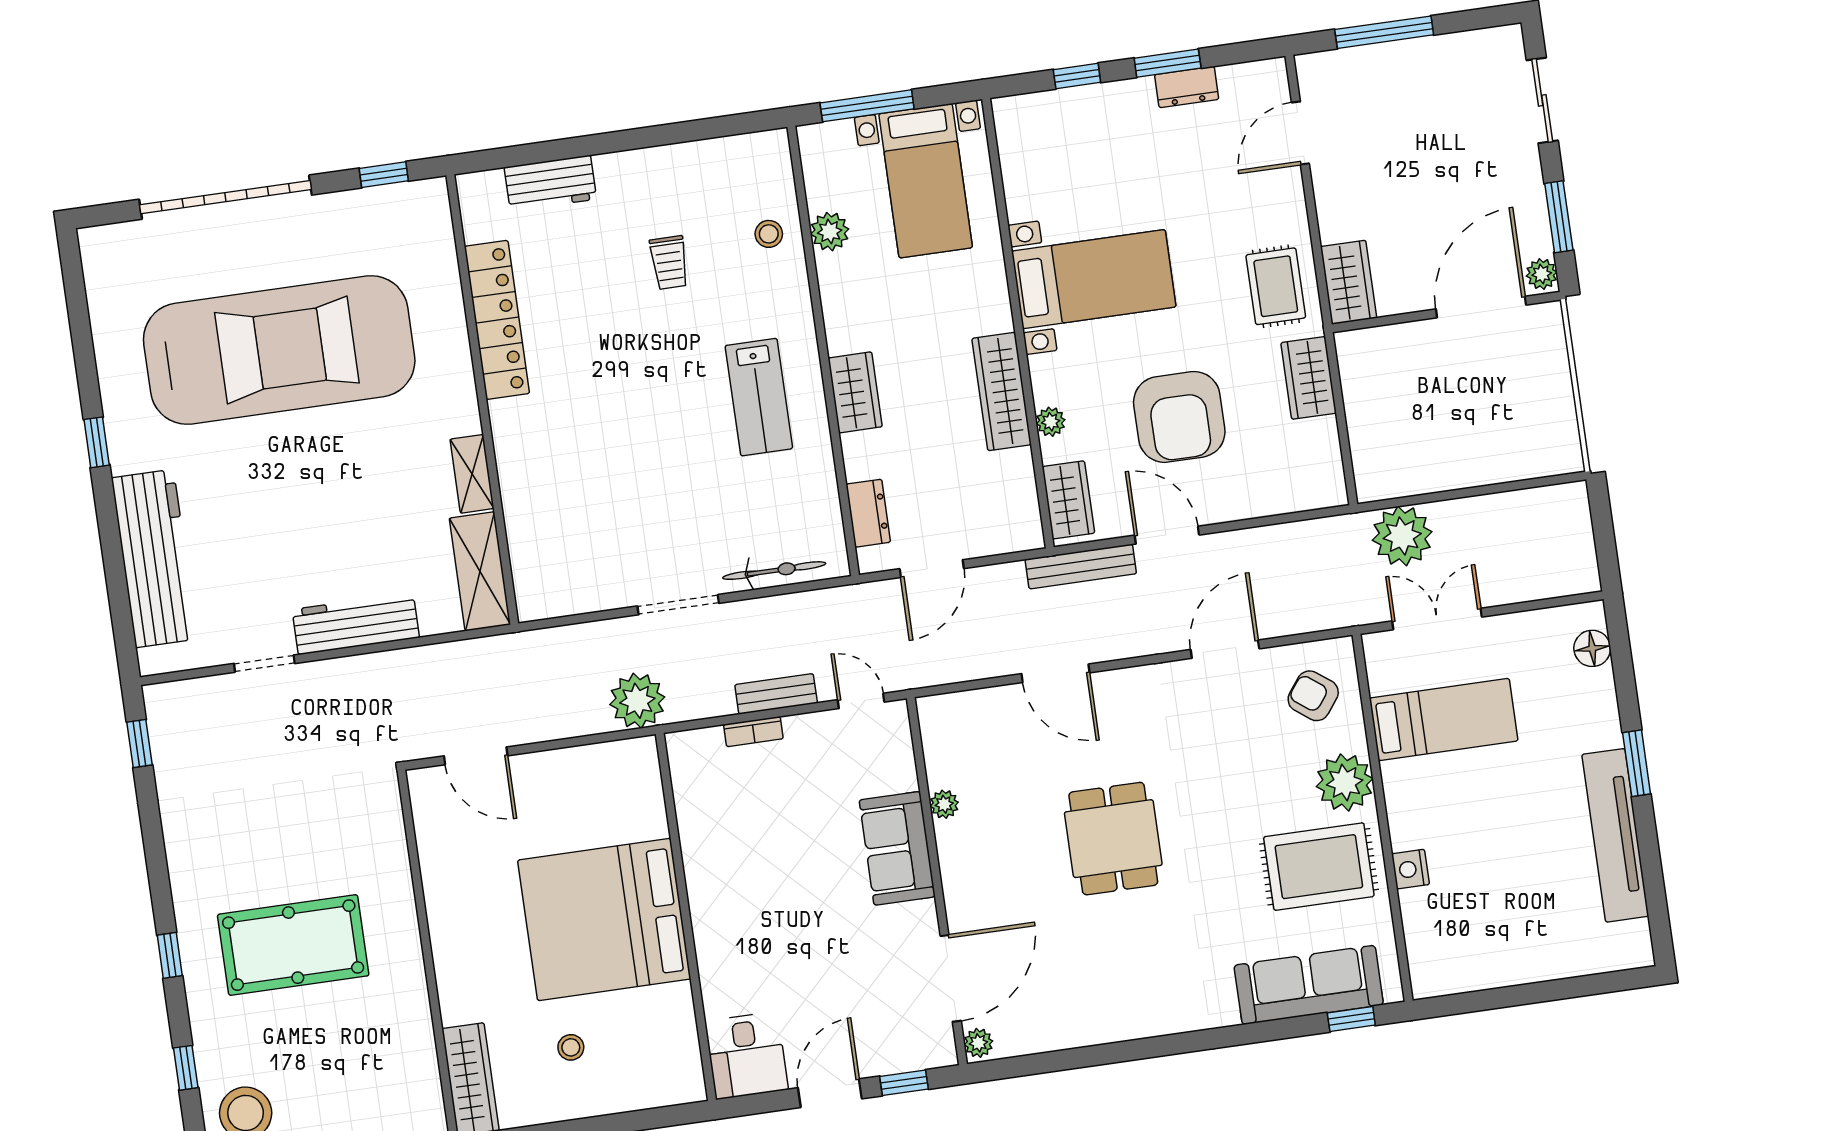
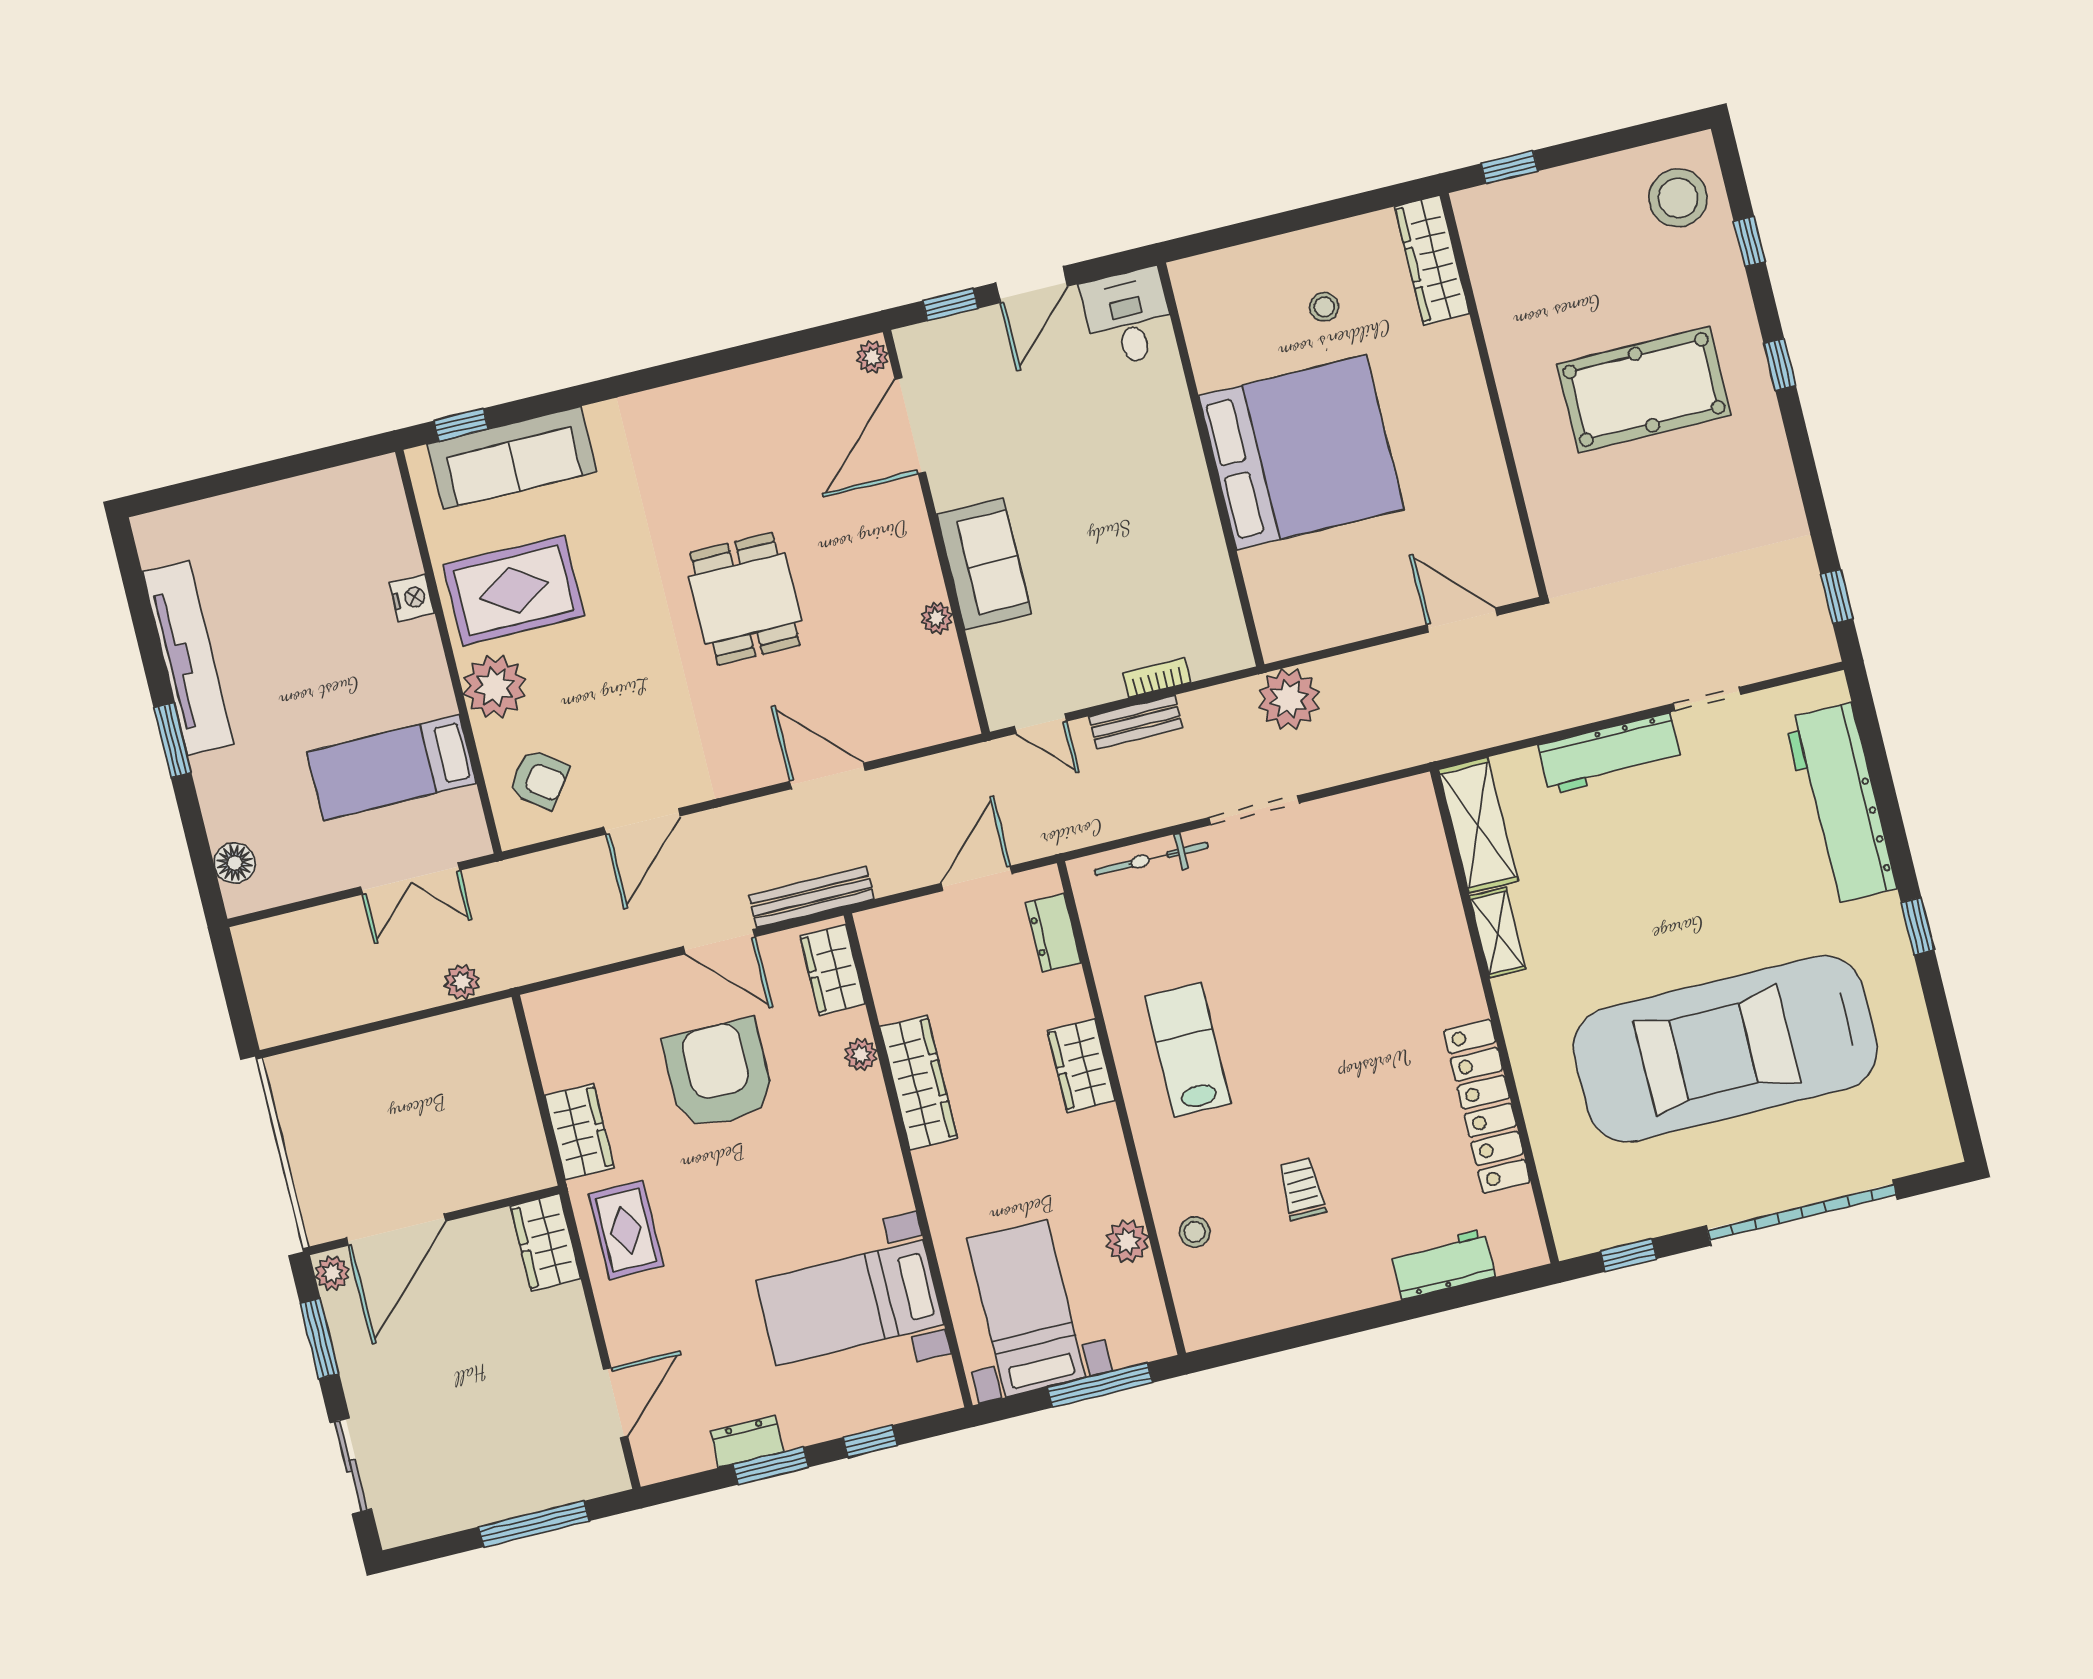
bed with nightstands: (1094, 279) -> (850, 1303), moved
plant: (1402, 536) -> (462, 982), width x0.53, depth x0.53

